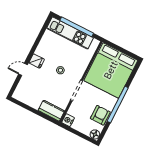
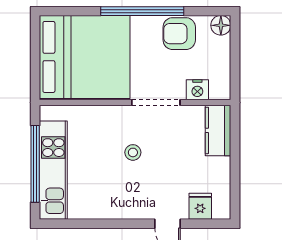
fridge: (37, 61) -> (200, 206), moved
nightstand: (68, 120) -> (197, 90), moved

